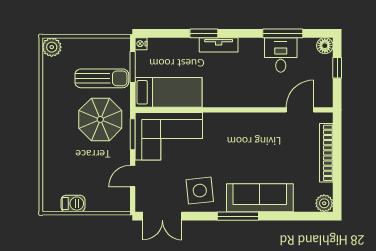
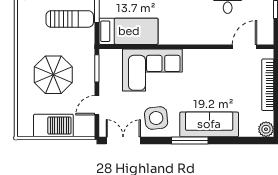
parasol: (100, 119) -> (53, 75), moved
corner sofa: (169, 136) -> (152, 70), moved
barbecue: (73, 204) -> (53, 125), width x1.88, depth x1.53
double door: (162, 216) -> (123, 141), swing flipped

